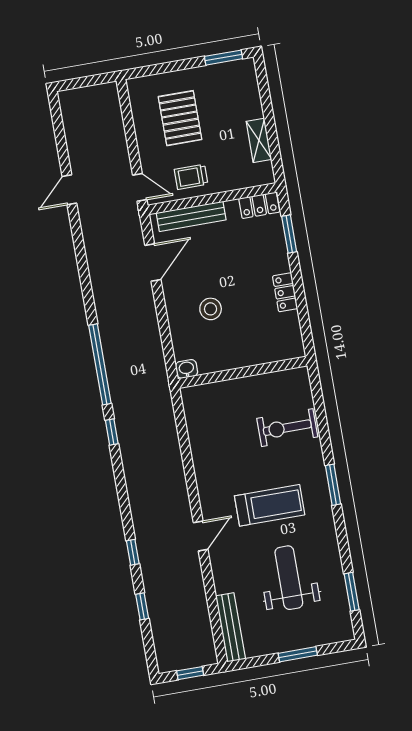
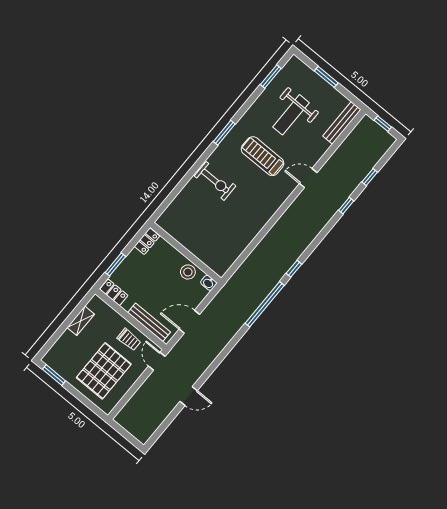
pallet: (180, 118) -> (104, 371), width x1.37, depth x1.41
washbasin: (187, 369) -> (209, 283), moved
wall: (243, 372) -> (186, 253), moved

